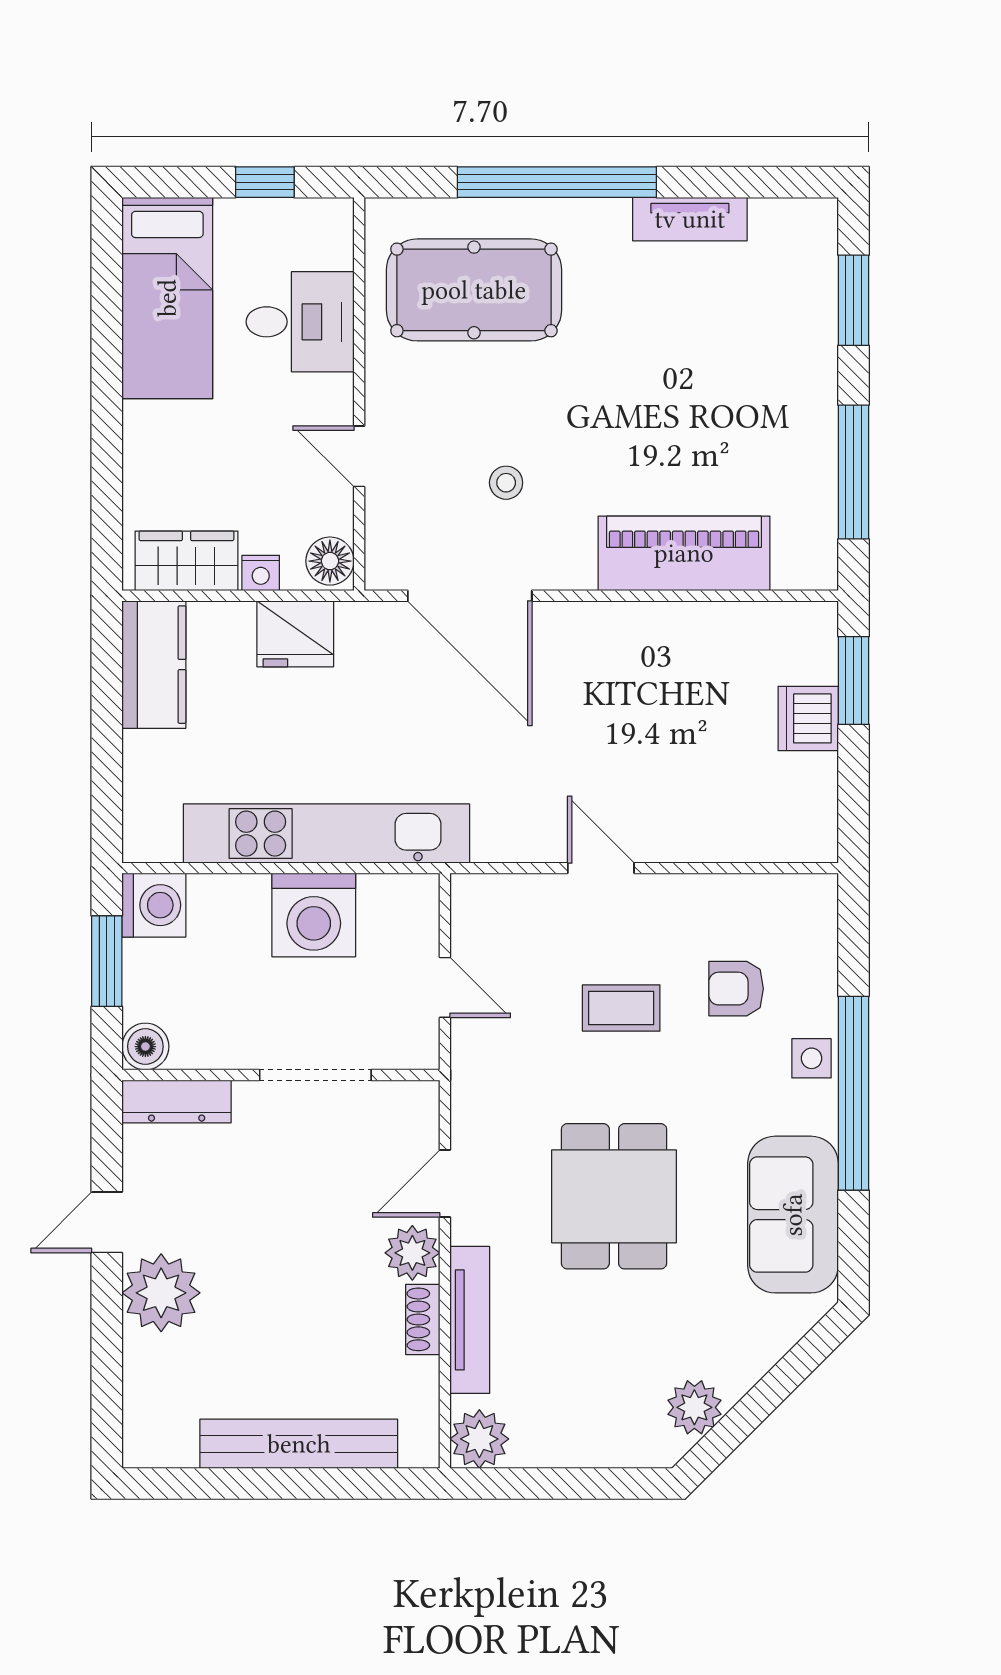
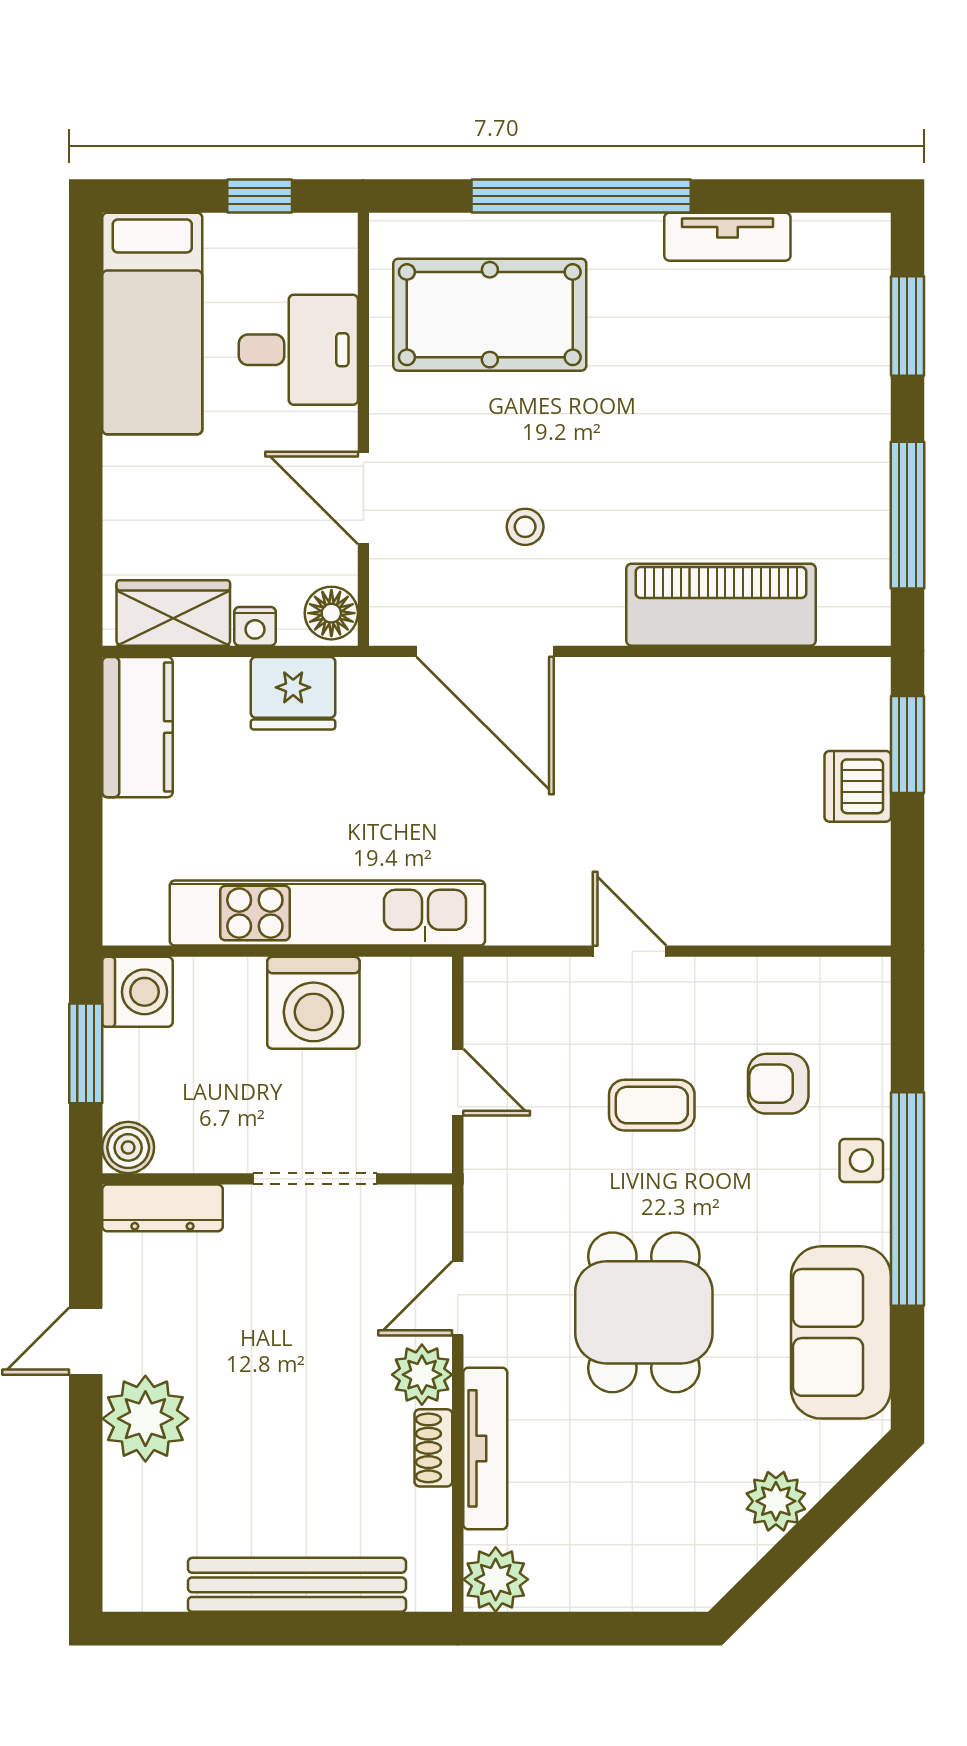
door: (359, 456) -> (363, 498), width x1.38
plant: (694, 1407) -> (776, 1501), moved

